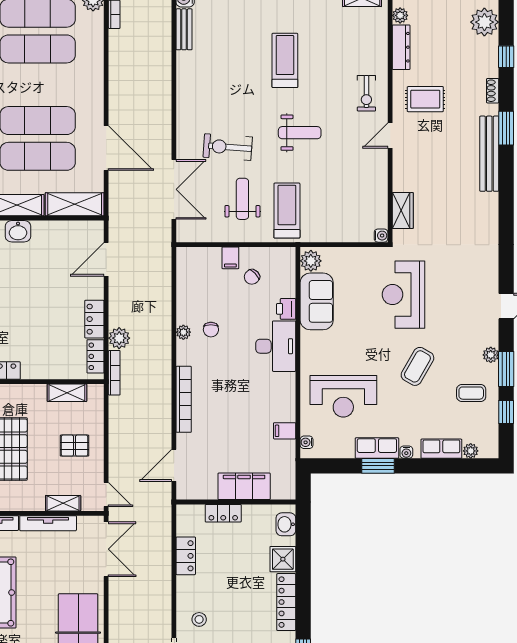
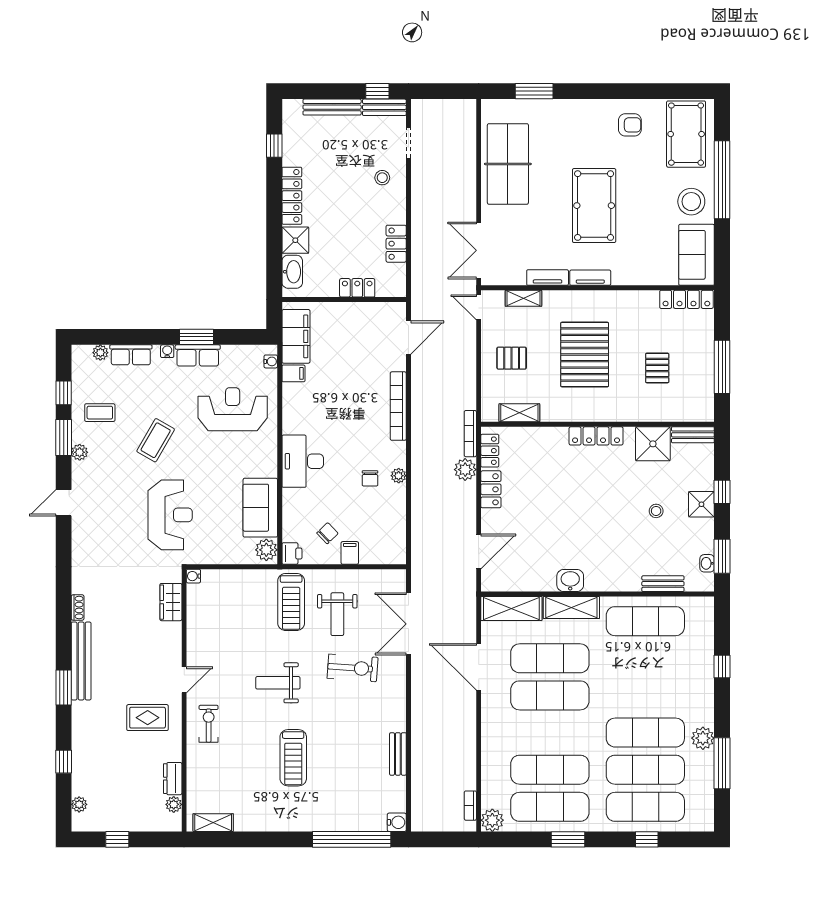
plant: (484, 22) -> (79, 804), width x0.53, depth x0.53
bench: (184, 29) -> (398, 754), moved
dresser: (401, 47) -> (173, 779), width x0.70
shoe rack: (493, 91) -> (78, 608), moved
printer: (286, 309) -> (292, 554), moved
chair: (211, 330) -> (370, 478), turned 180
filing cabinet: (244, 486) -> (296, 336), moved, turned -90
tv unit: (48, 523) -> (548, 278), width x0.71
washbasin: (286, 524) -> (292, 272), width x1.38

